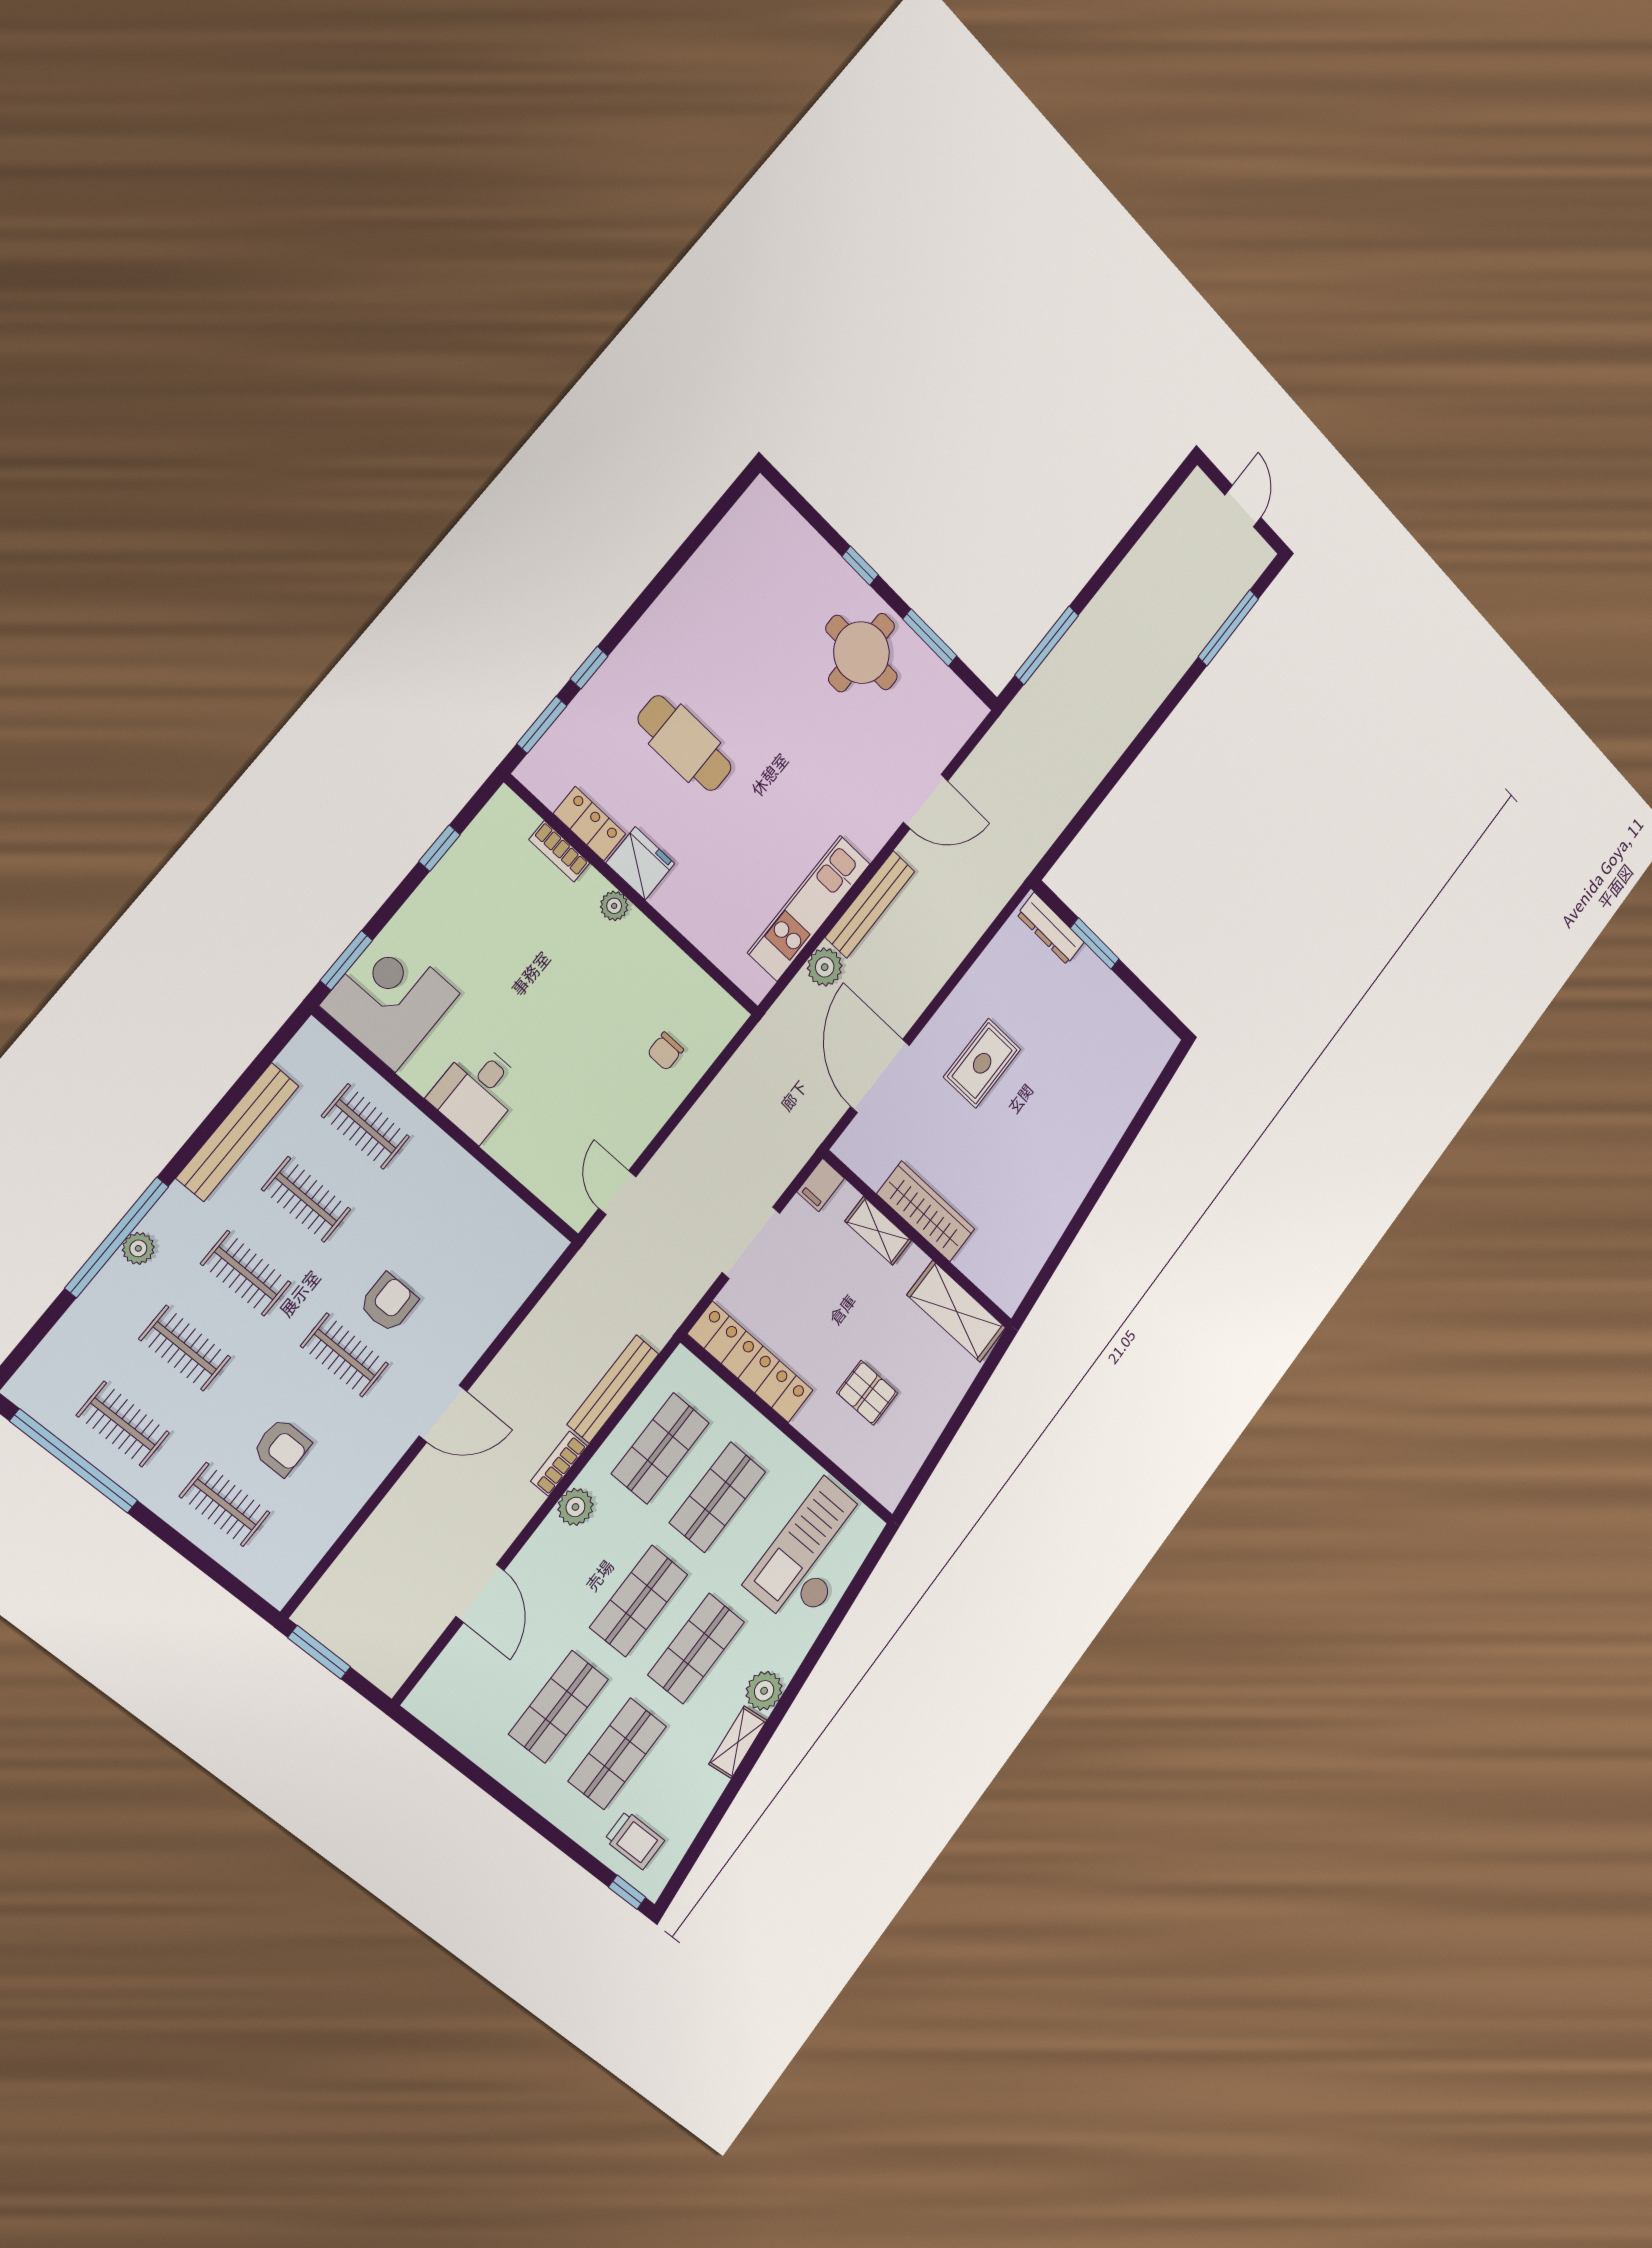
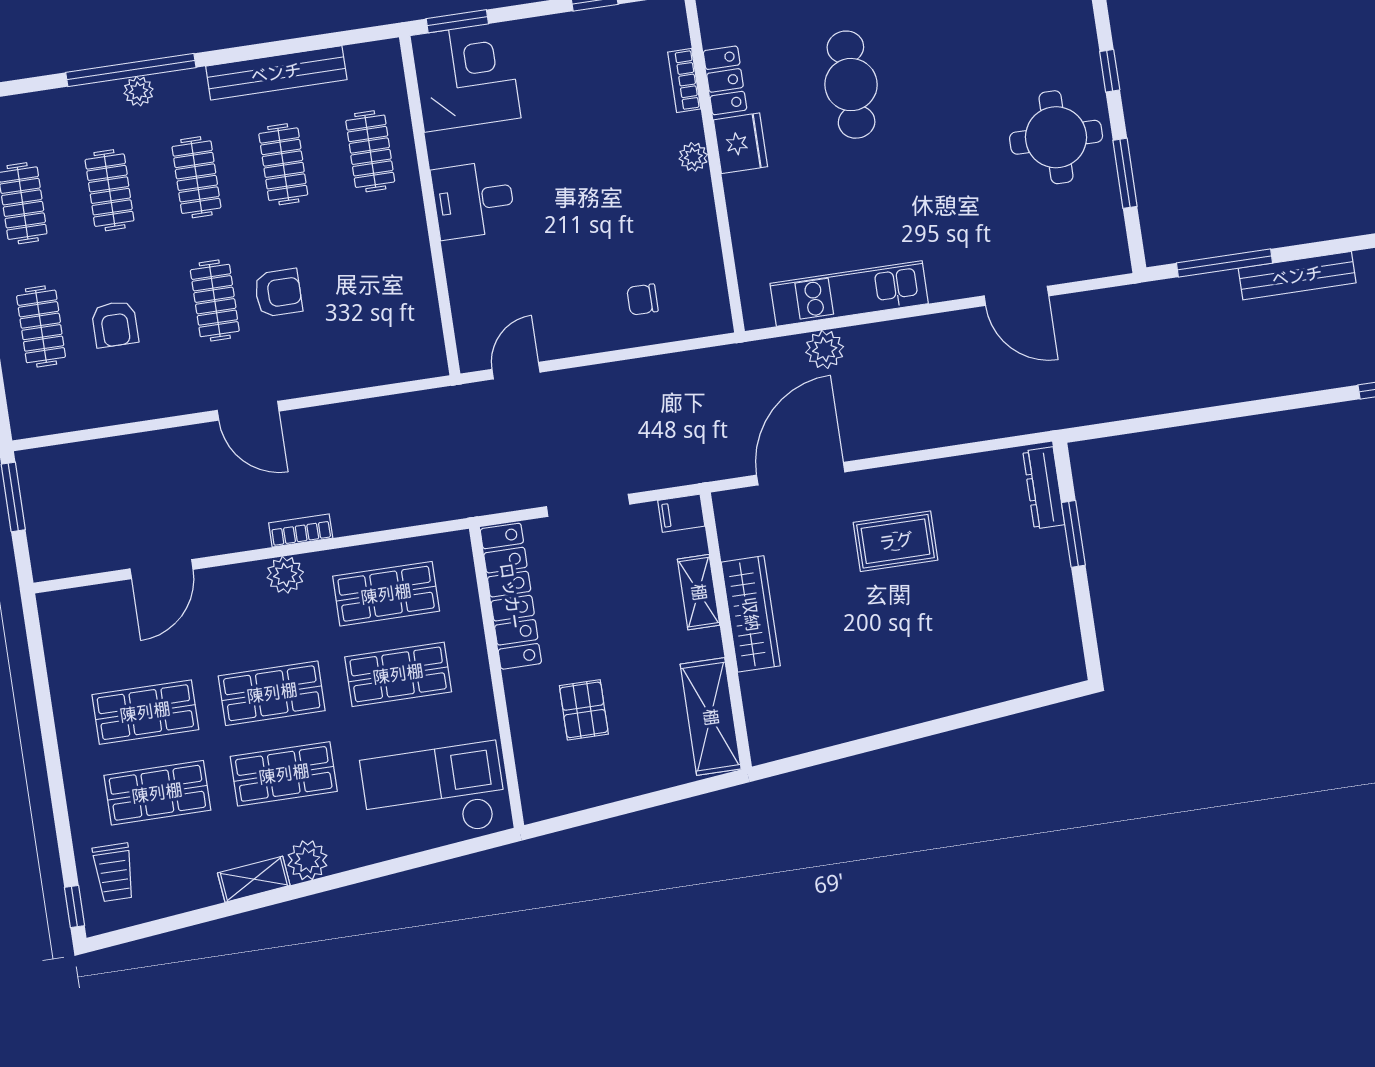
bench: (870, 904) -> (1297, 276), moved
bench: (613, 1389) -> (388, 514), removed

